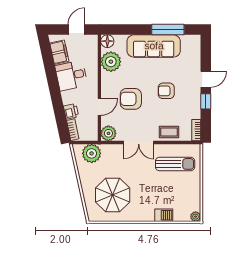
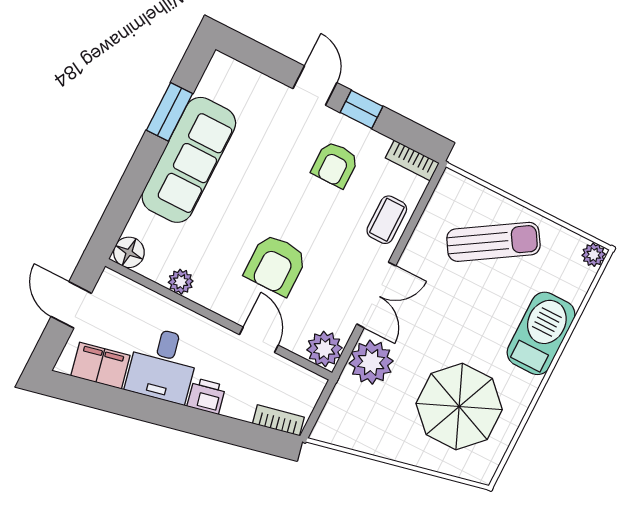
window: (168, 30) -> (170, 112), width x0.69
plant: (111, 62) -> (181, 282), width x0.53, depth x0.53
armchair: (166, 91) -> (335, 165), moved
printer: (71, 111) -> (206, 396), moved
plant: (92, 153) -> (371, 362), moved
sun lounger: (175, 164) -> (493, 242), moved, turned 58
barbecue: (164, 215) -> (541, 333), width x1.88, depth x1.53

